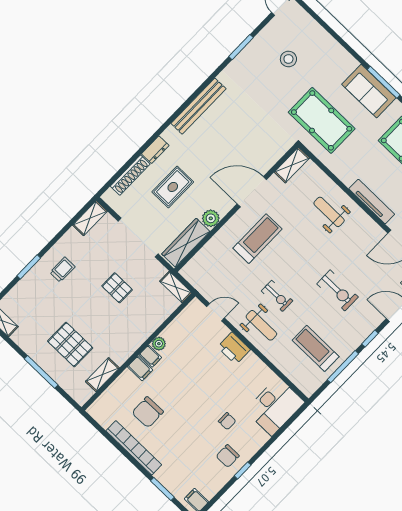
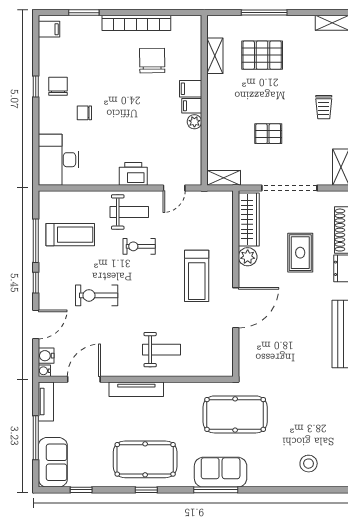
stool: (288, 59) -> (309, 464), moved
shelving: (292, 165) -> (225, 358), removed
weight bench: (261, 325) -> (129, 212), turned 180

